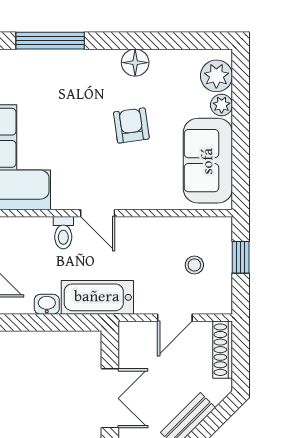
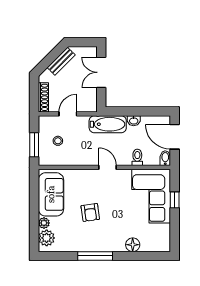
window: (50, 41) -> (95, 256), moved
floor lamp: (135, 63) -> (133, 245), moved
toilet: (63, 233) -> (137, 157), moved
window: (241, 257) -> (34, 145), width x1.50

